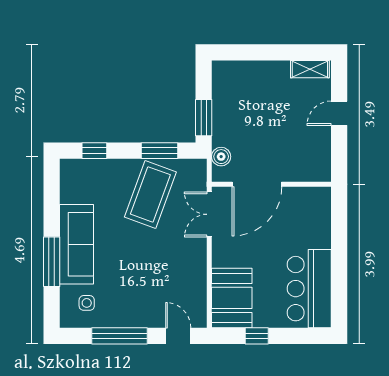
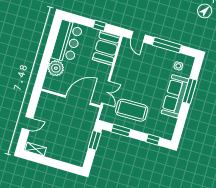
boiler: (221, 157) -> (92, 119), removed
coffee table: (150, 194) -> (132, 110), turned 69
plant: (316, 232) -> (56, 68), added

